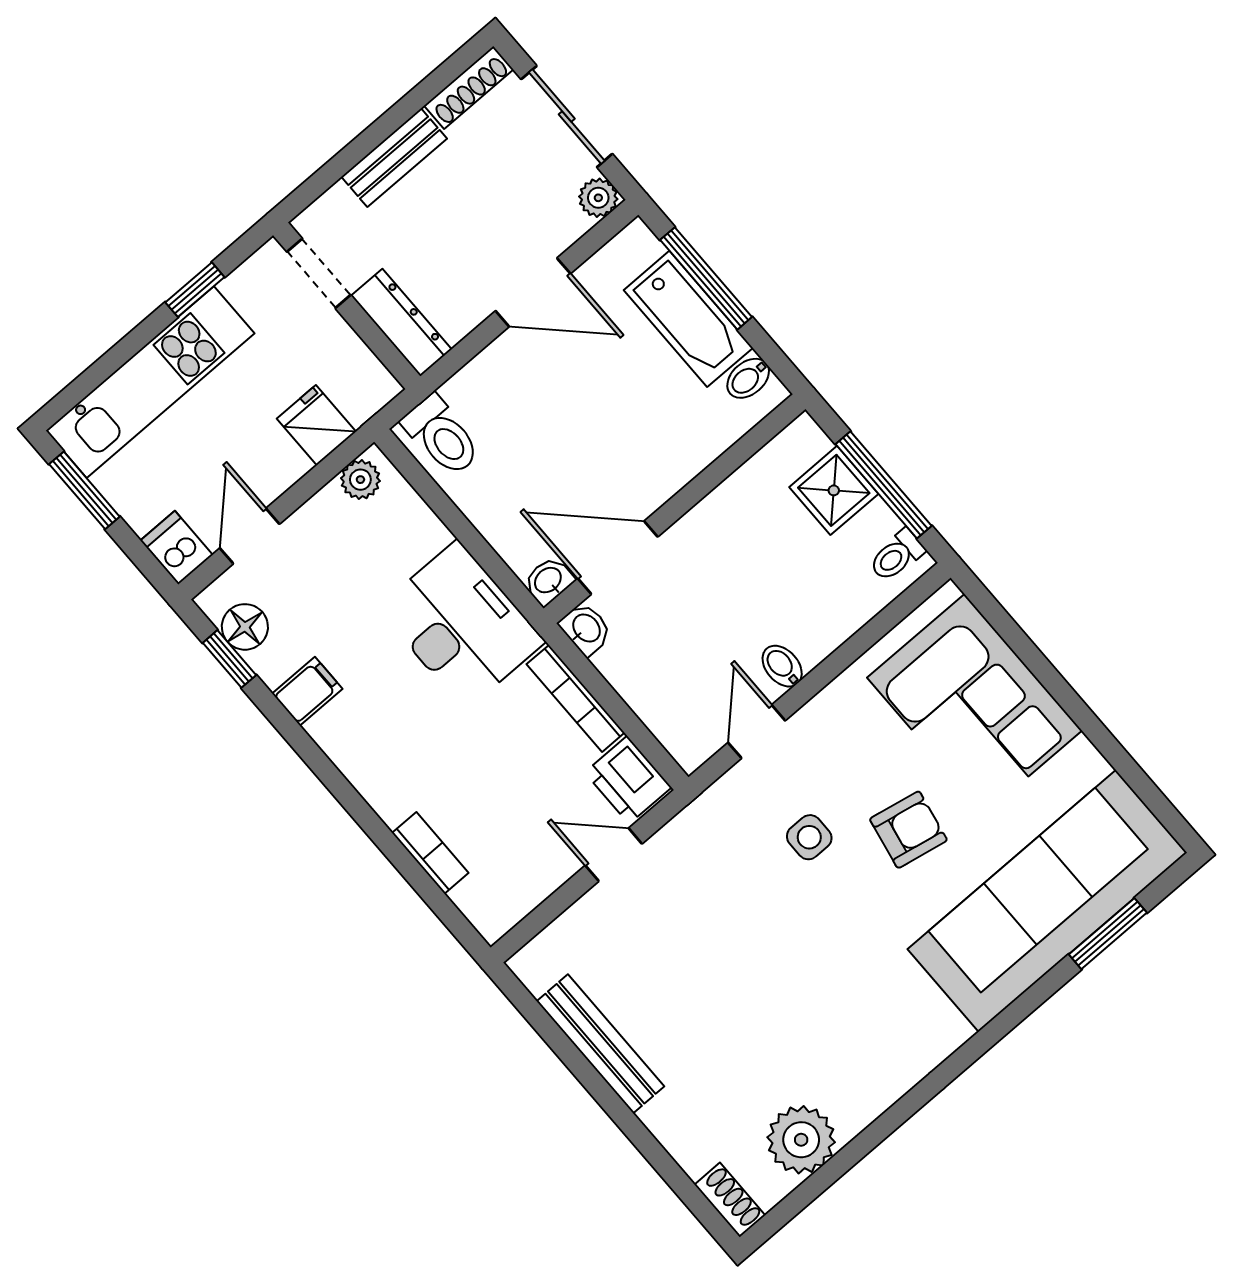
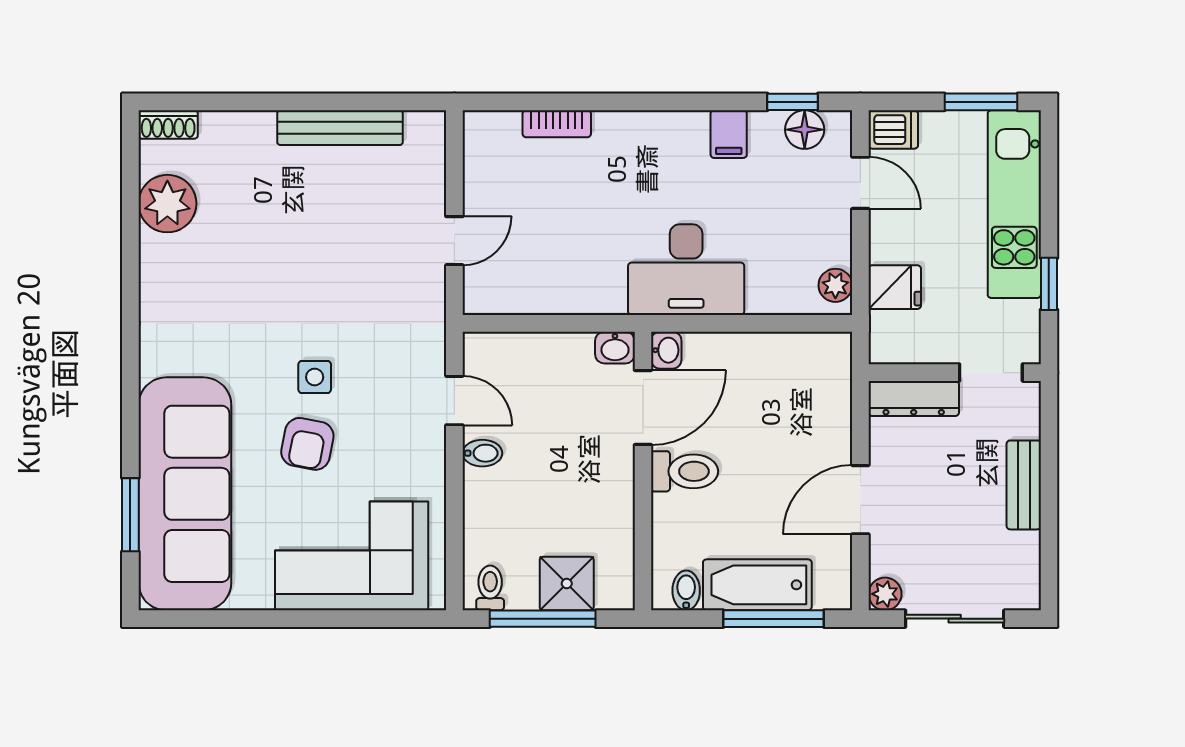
shoe rack: (469, 87) -> (1028, 572), removed
toilet: (442, 436) -> (685, 471), moved, turned 180
bookcase: (576, 698) -> (576, 303), removed
printer: (628, 780) -> (494, 291), removed
side table: (809, 837) -> (315, 377), moved

